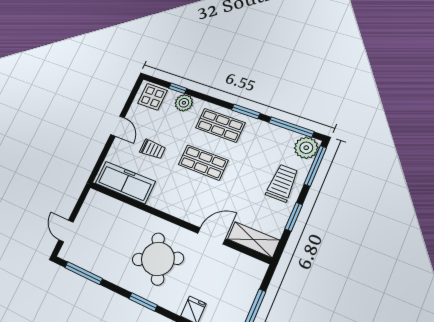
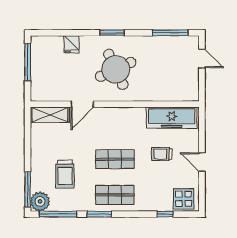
plant: (184, 103) -> (154, 203), removed
trolley: (282, 183) -> (65, 174), moved
window: (294, 217) -> (28, 144), removed

